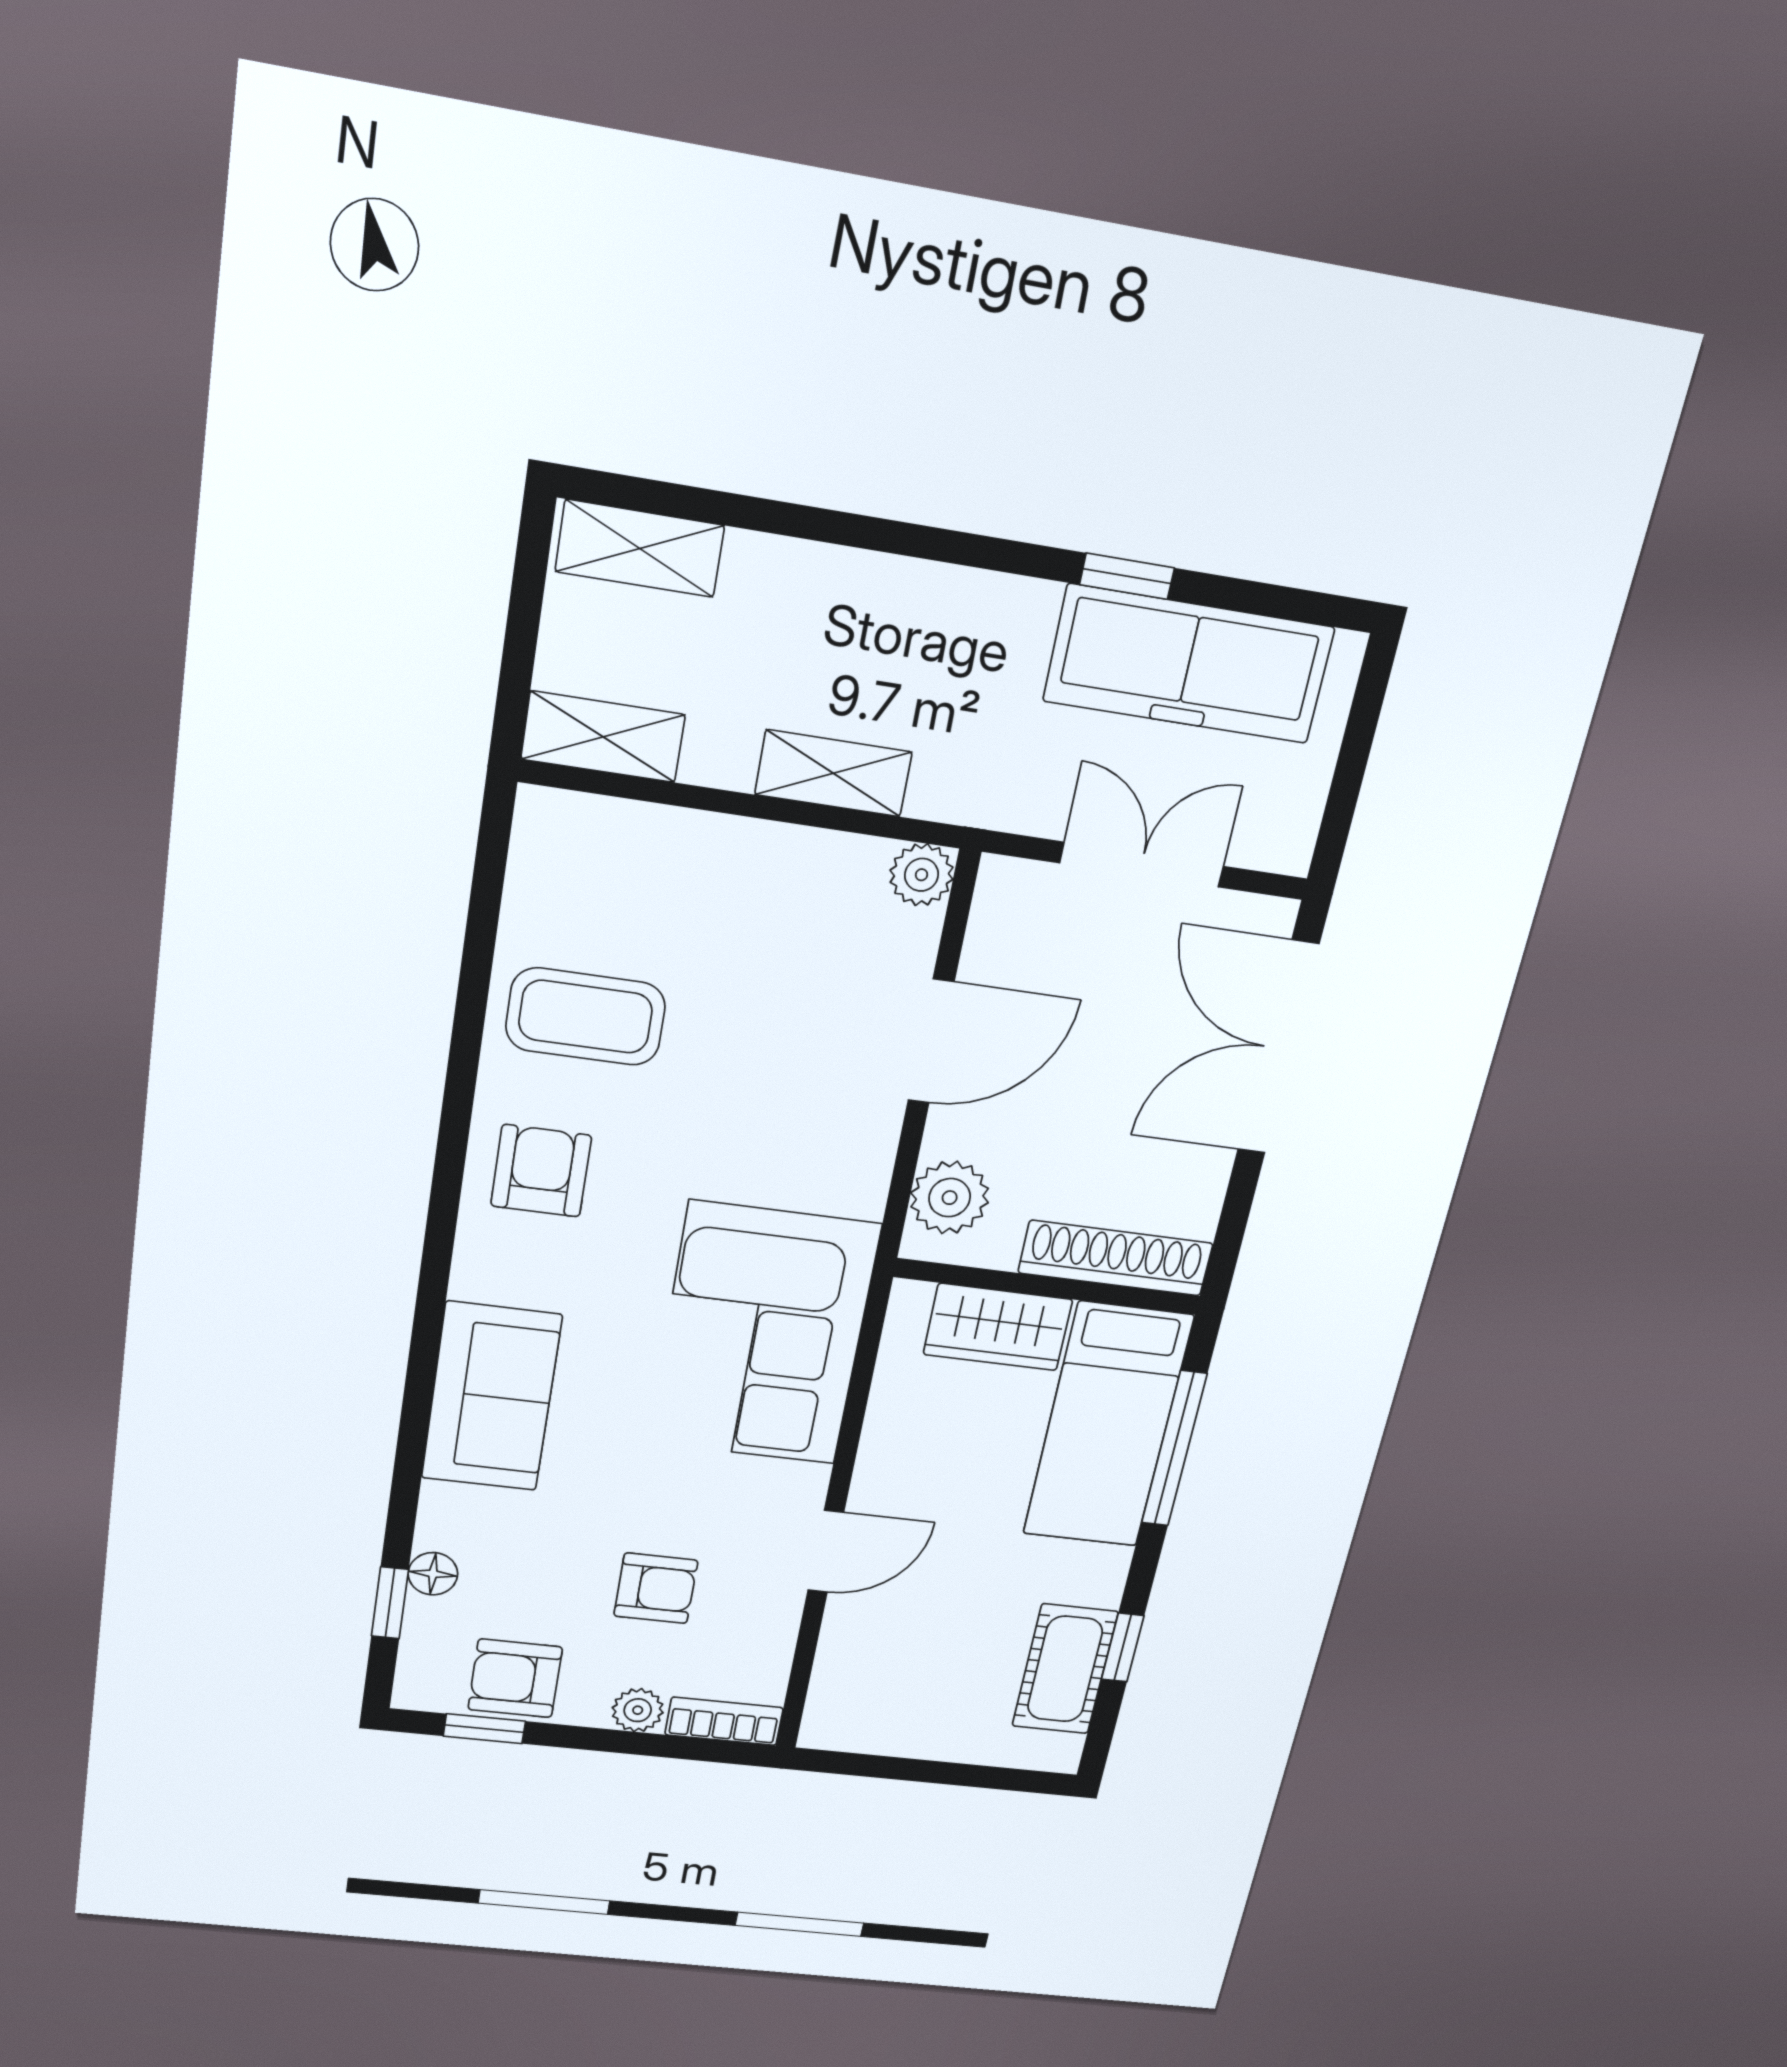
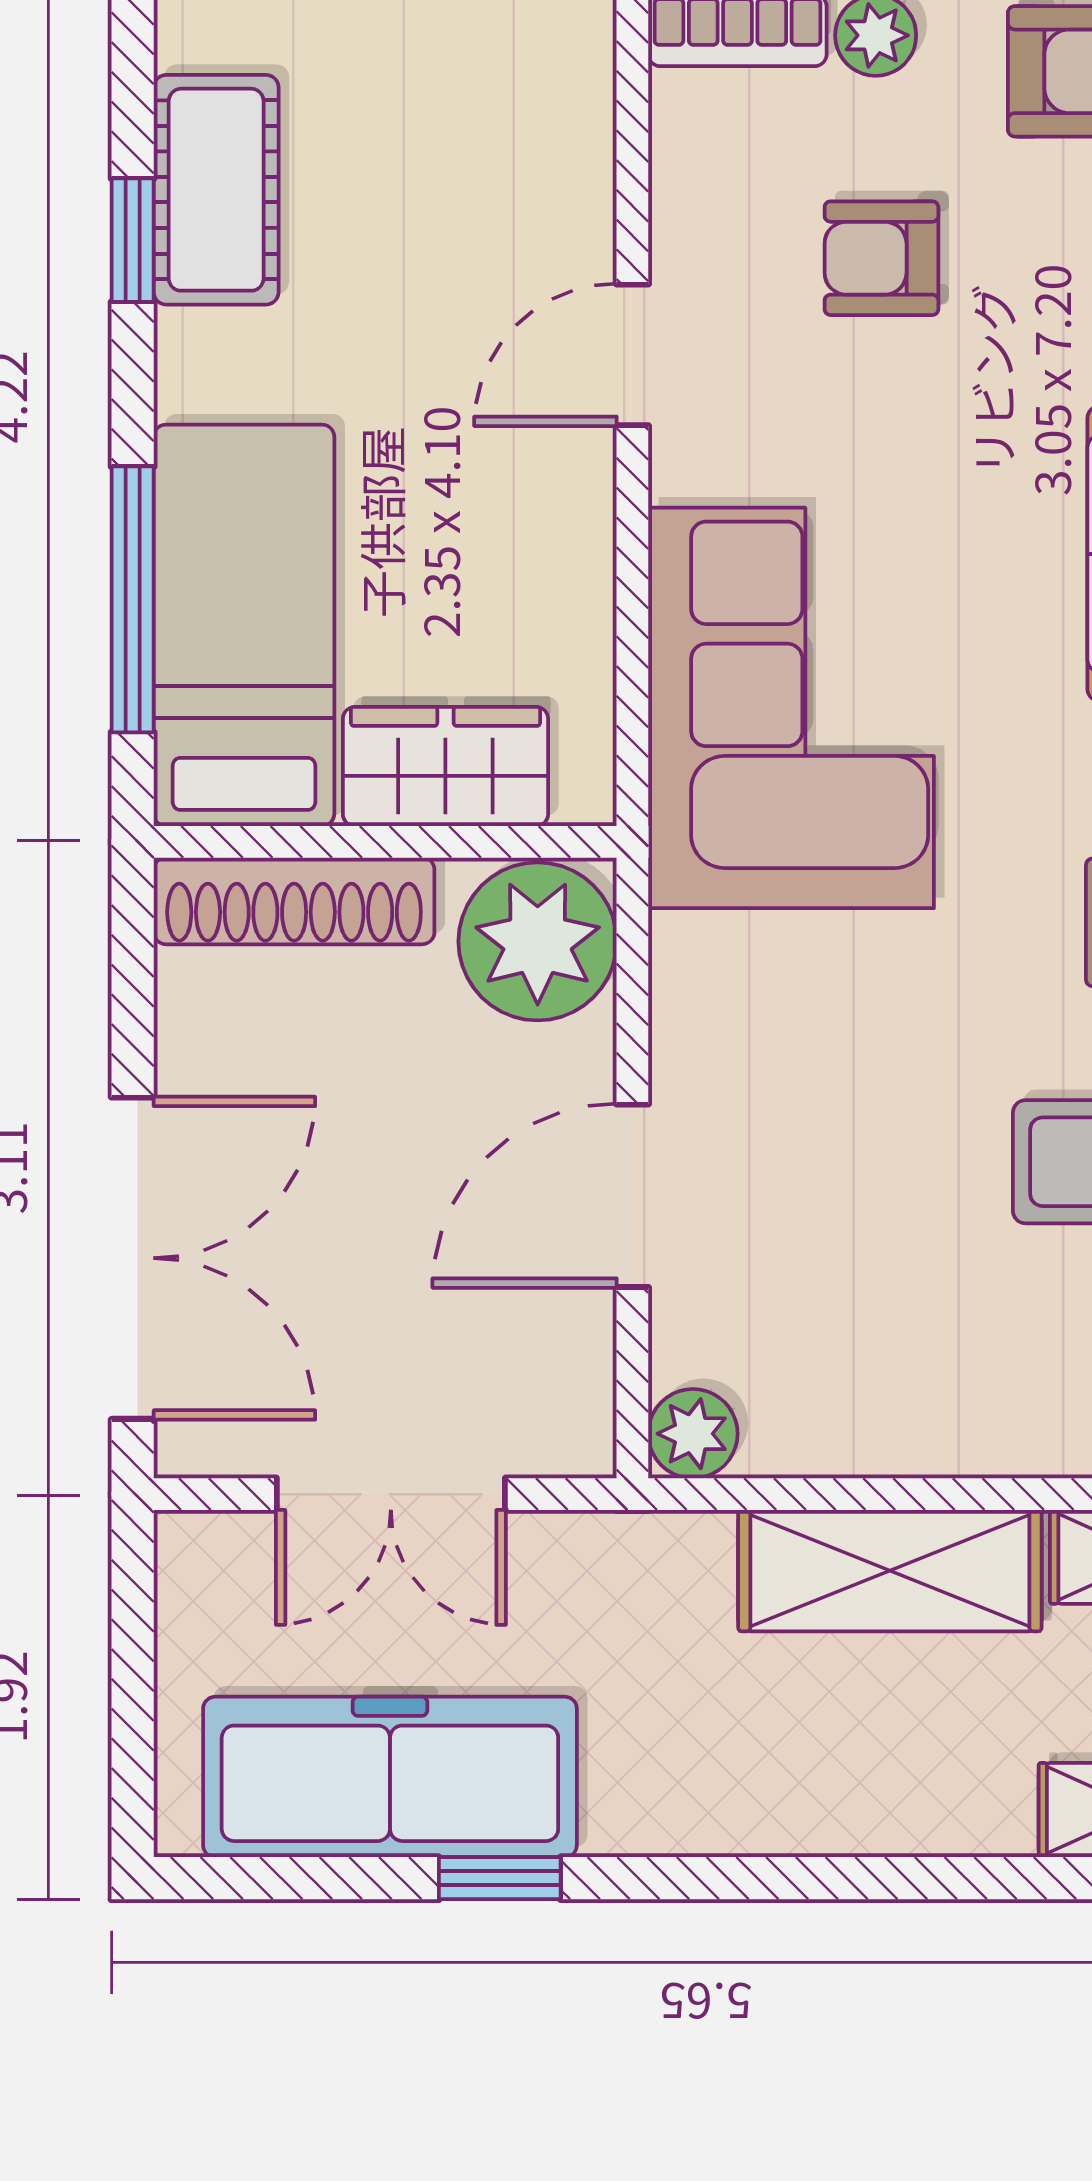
shelving: (833, 773) -> (890, 1571), width x1.50, depth x1.33
plant: (950, 1198) -> (538, 941), width x1.36, depth x1.36

